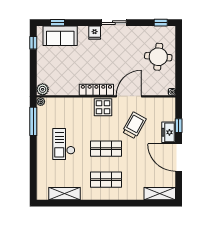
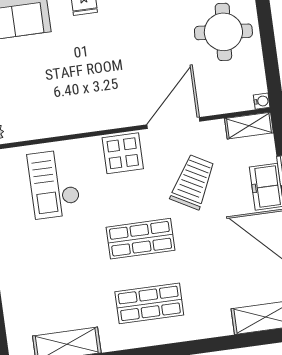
locker: (96, 90) -> (104, 118), removed
shelving: (164, 102) -> (249, 126), added
checkout: (64, 144) -> (54, 184), moved

